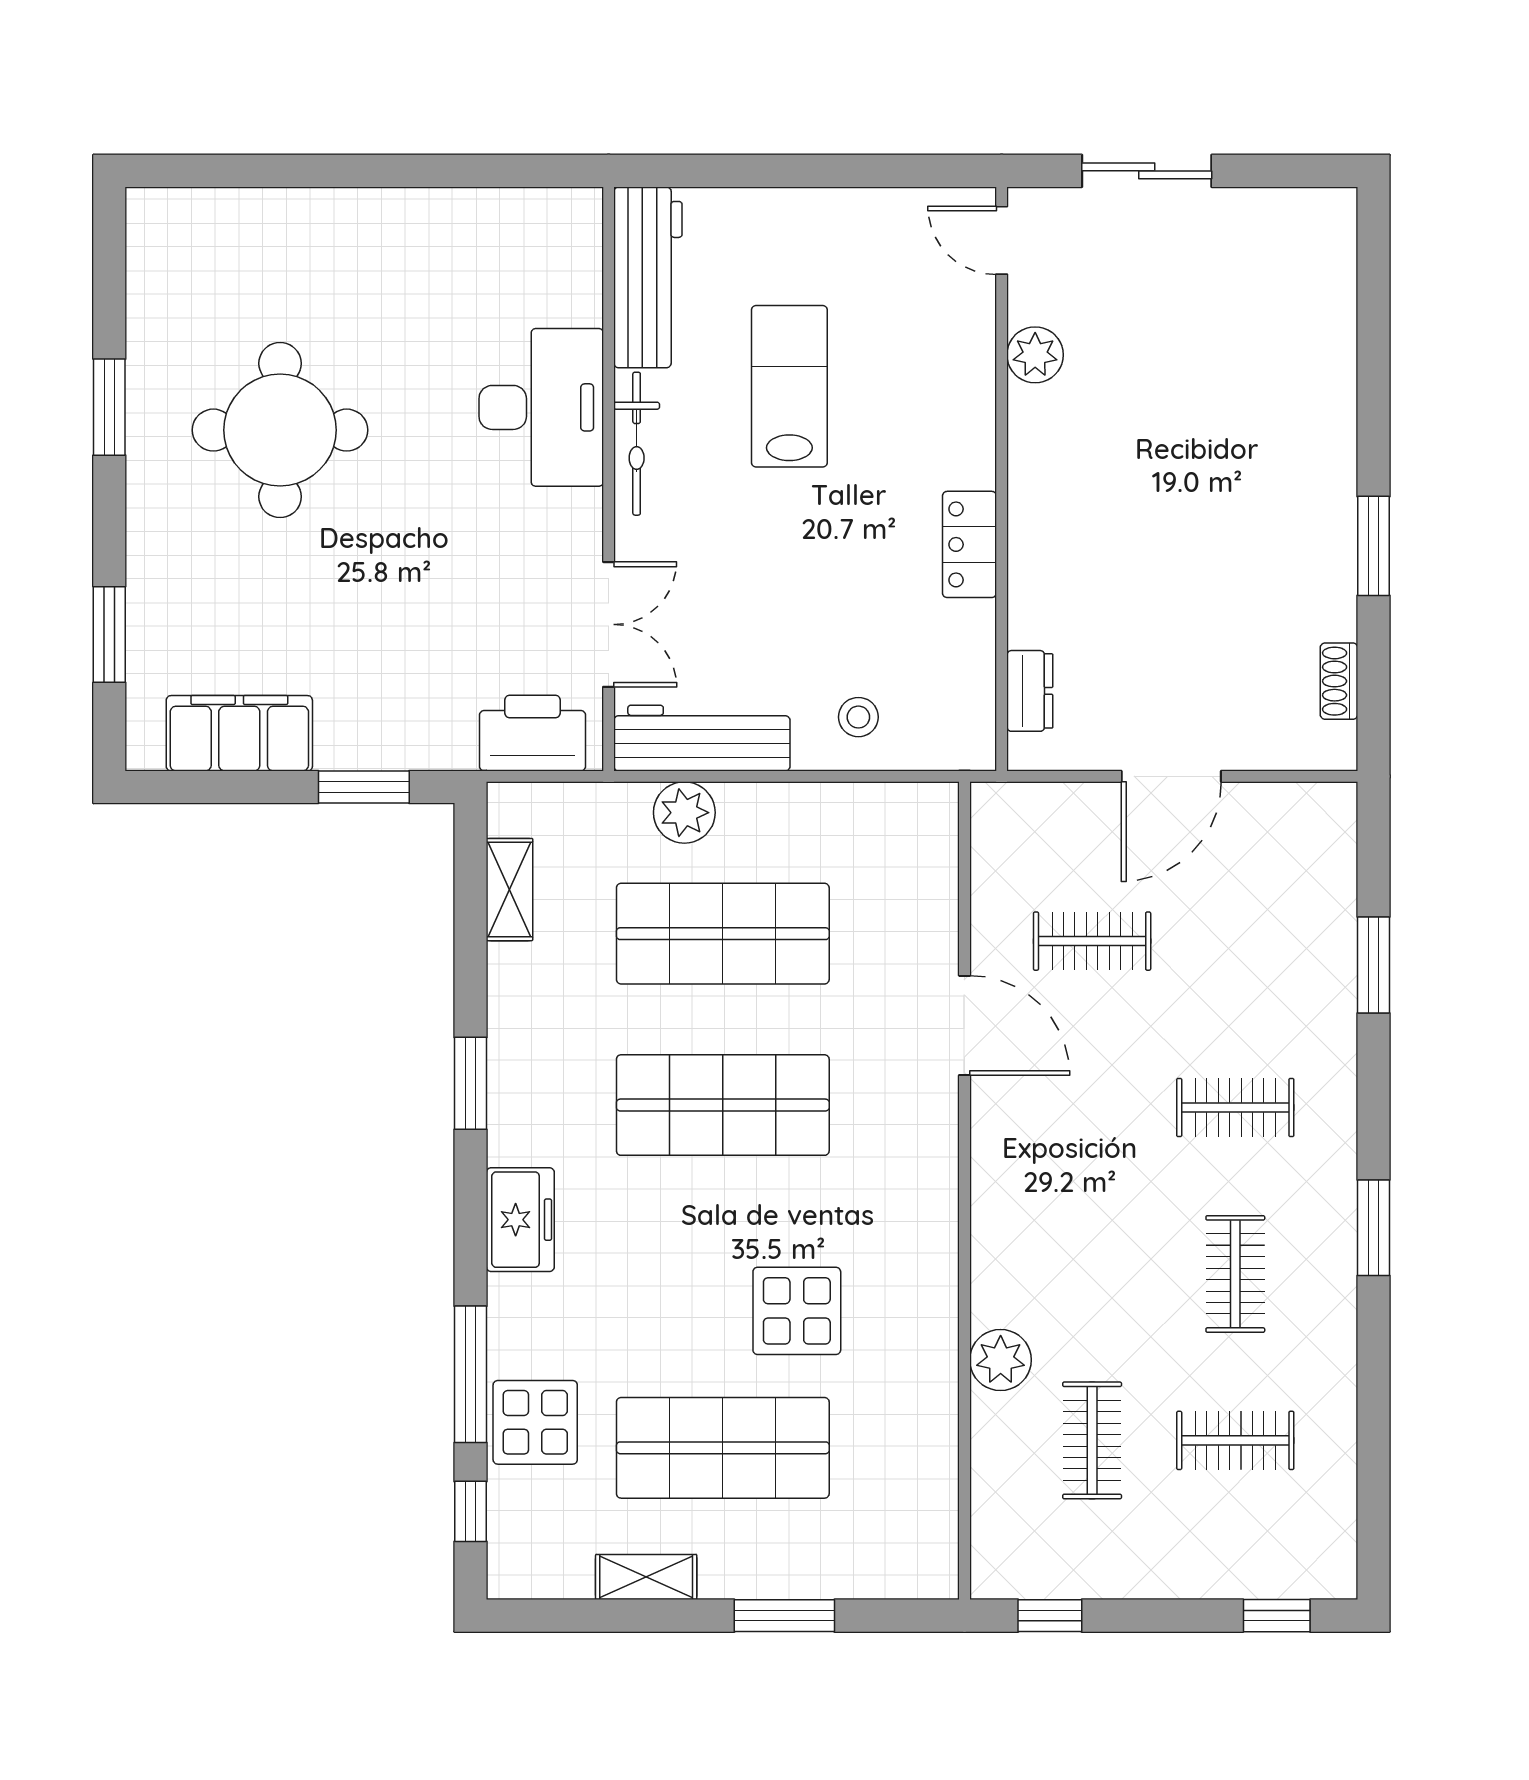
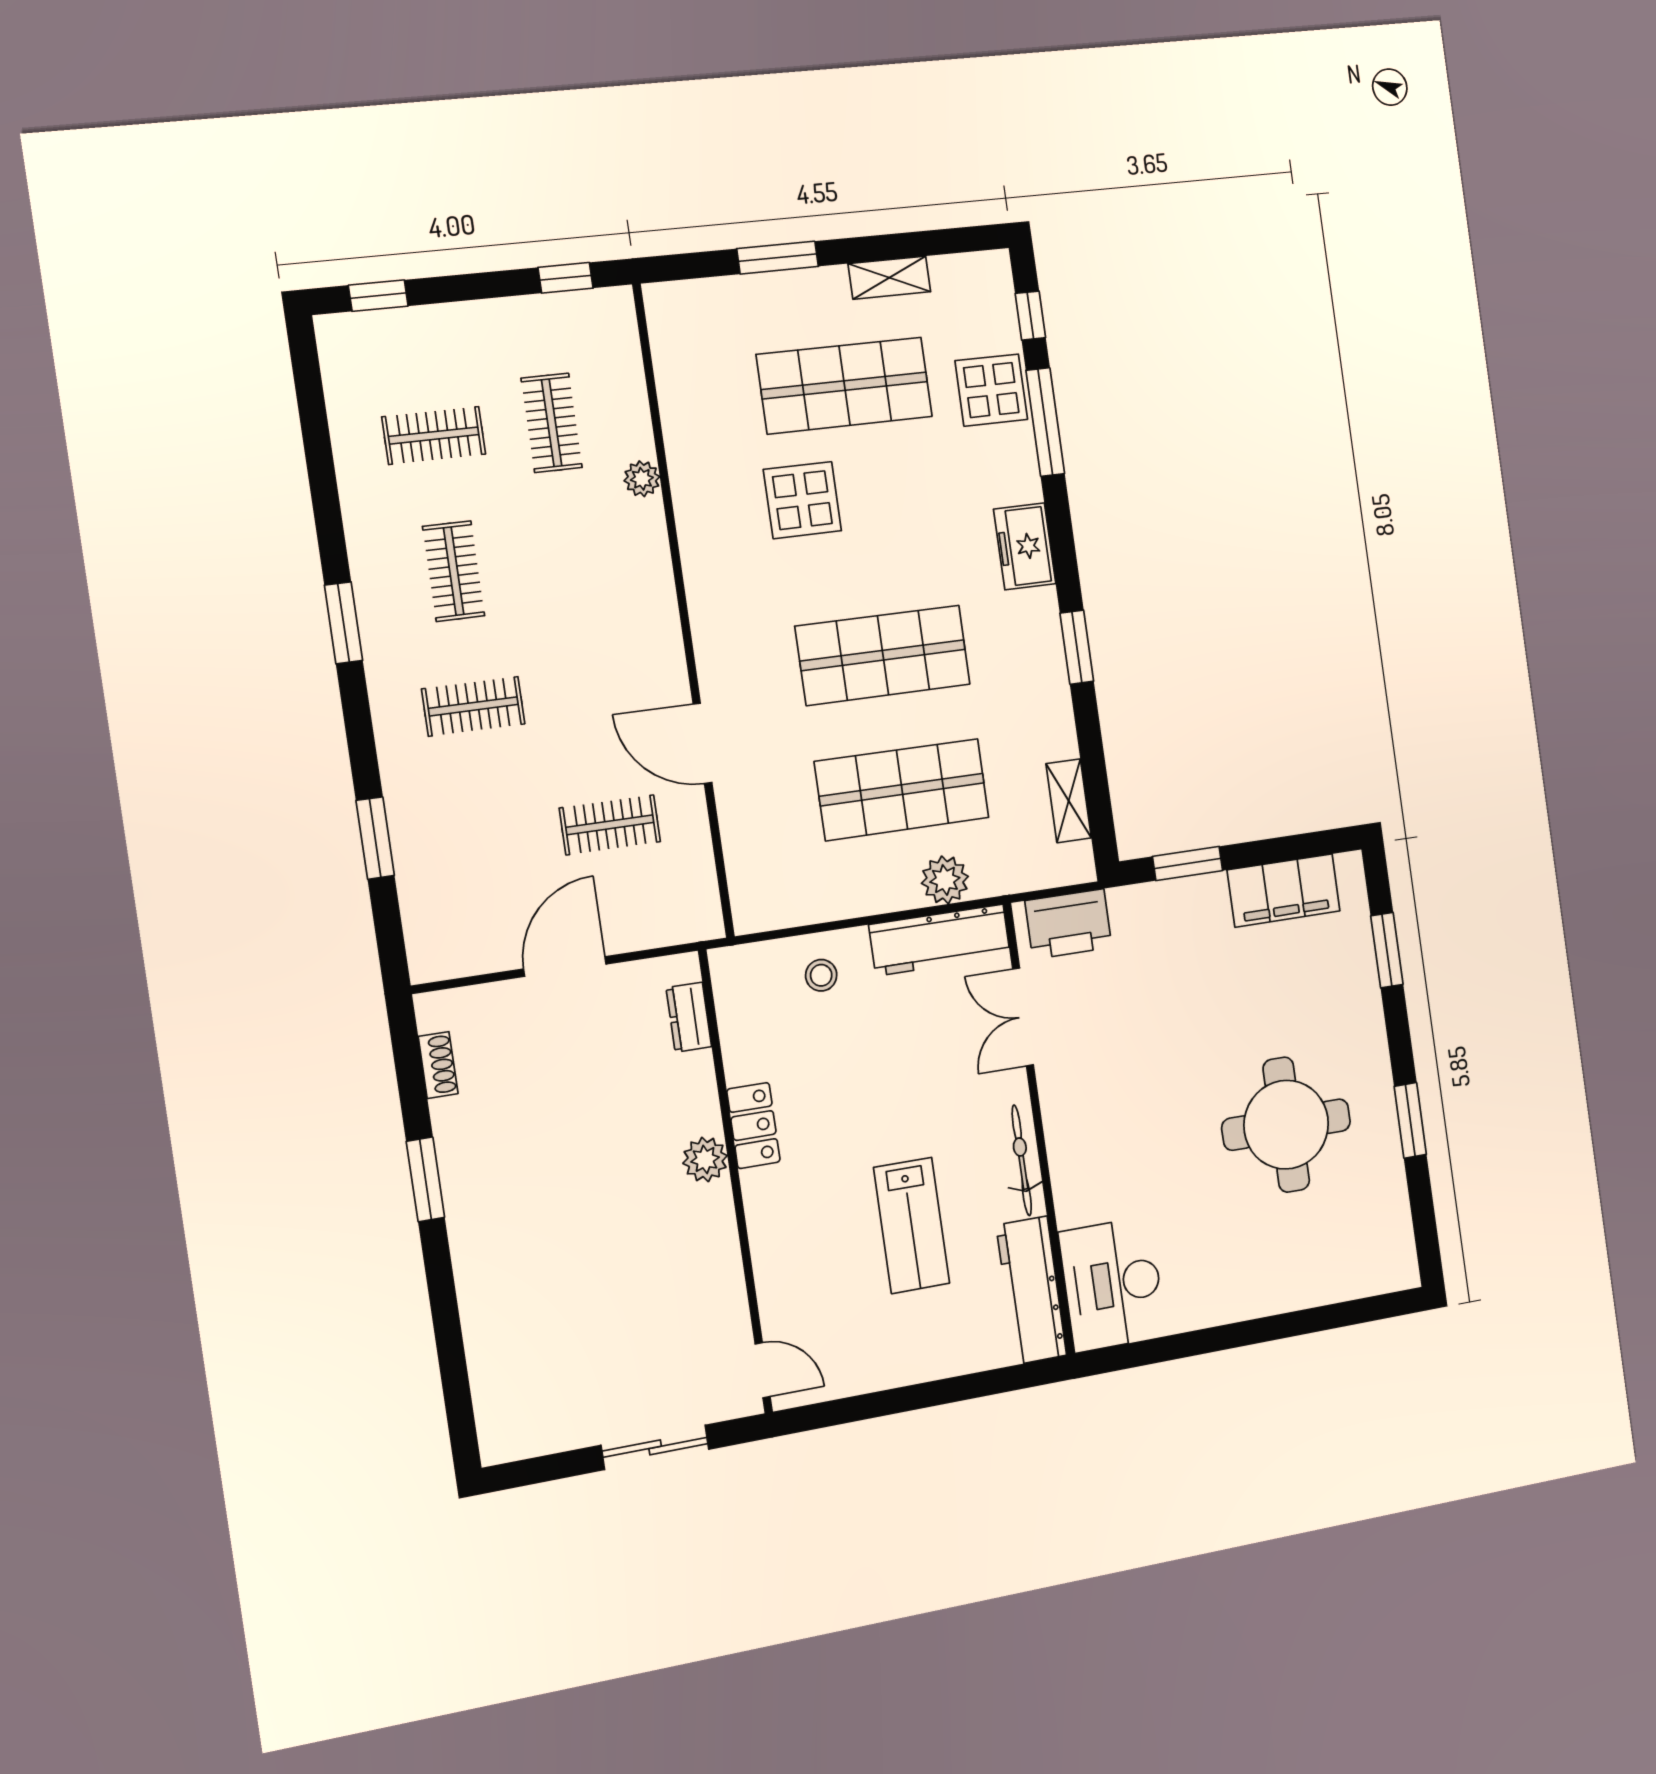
plant: (1035, 355) -> (705, 1159), moved
desk: (541, 407) -> (1112, 1284), moved
plant: (1001, 1360) -> (642, 479), width x0.73, depth x0.73

